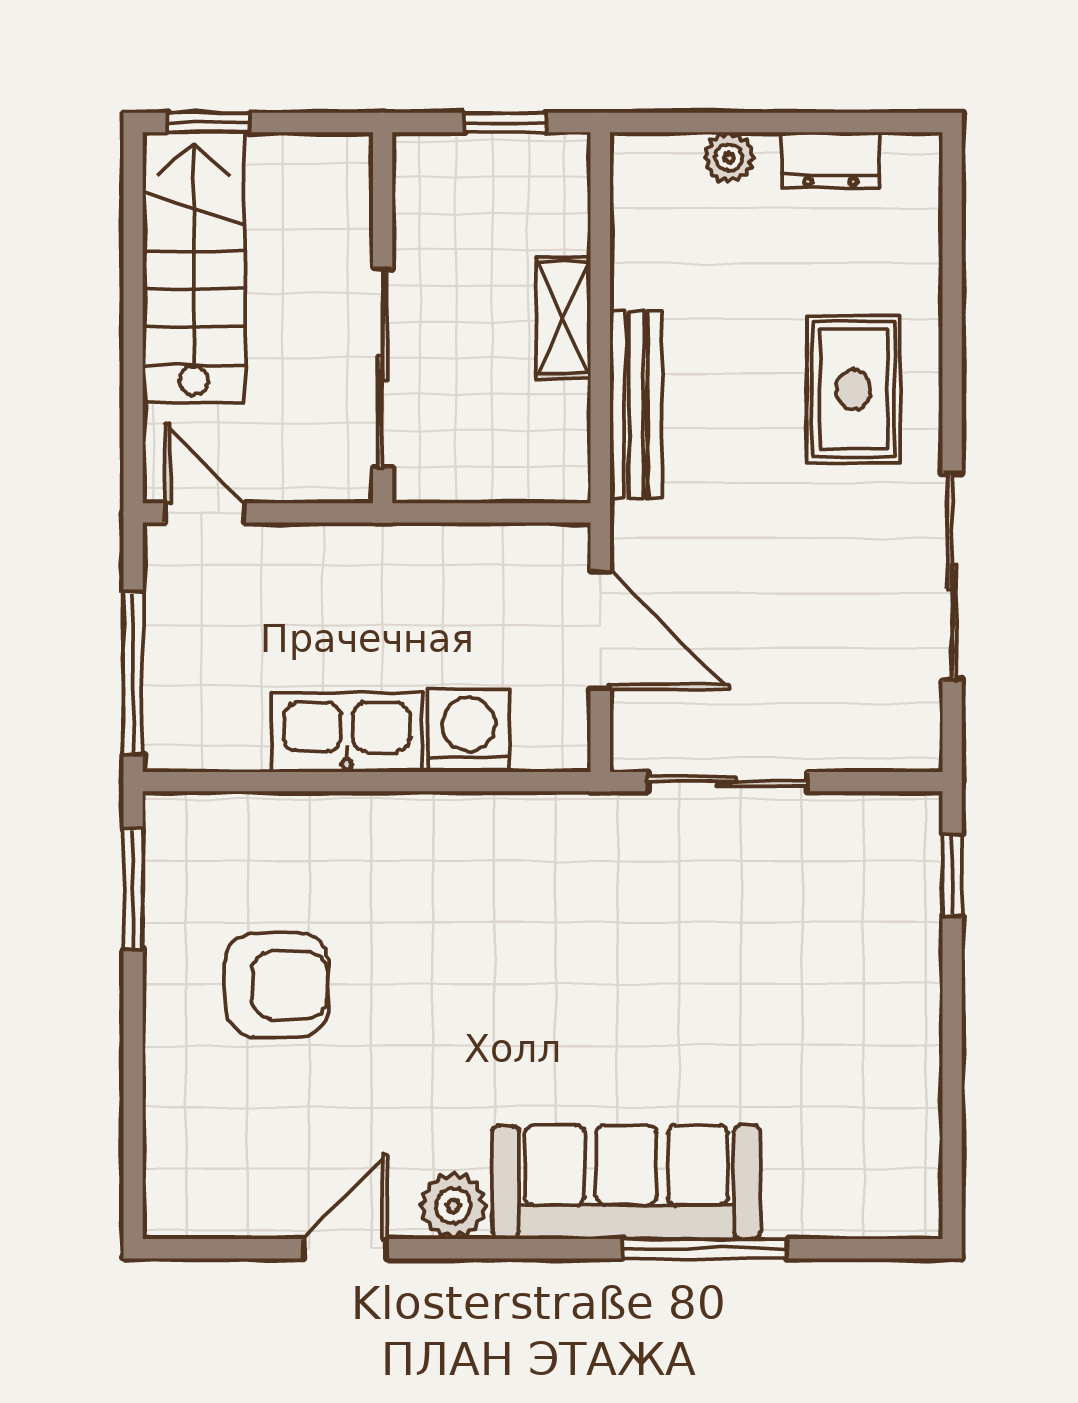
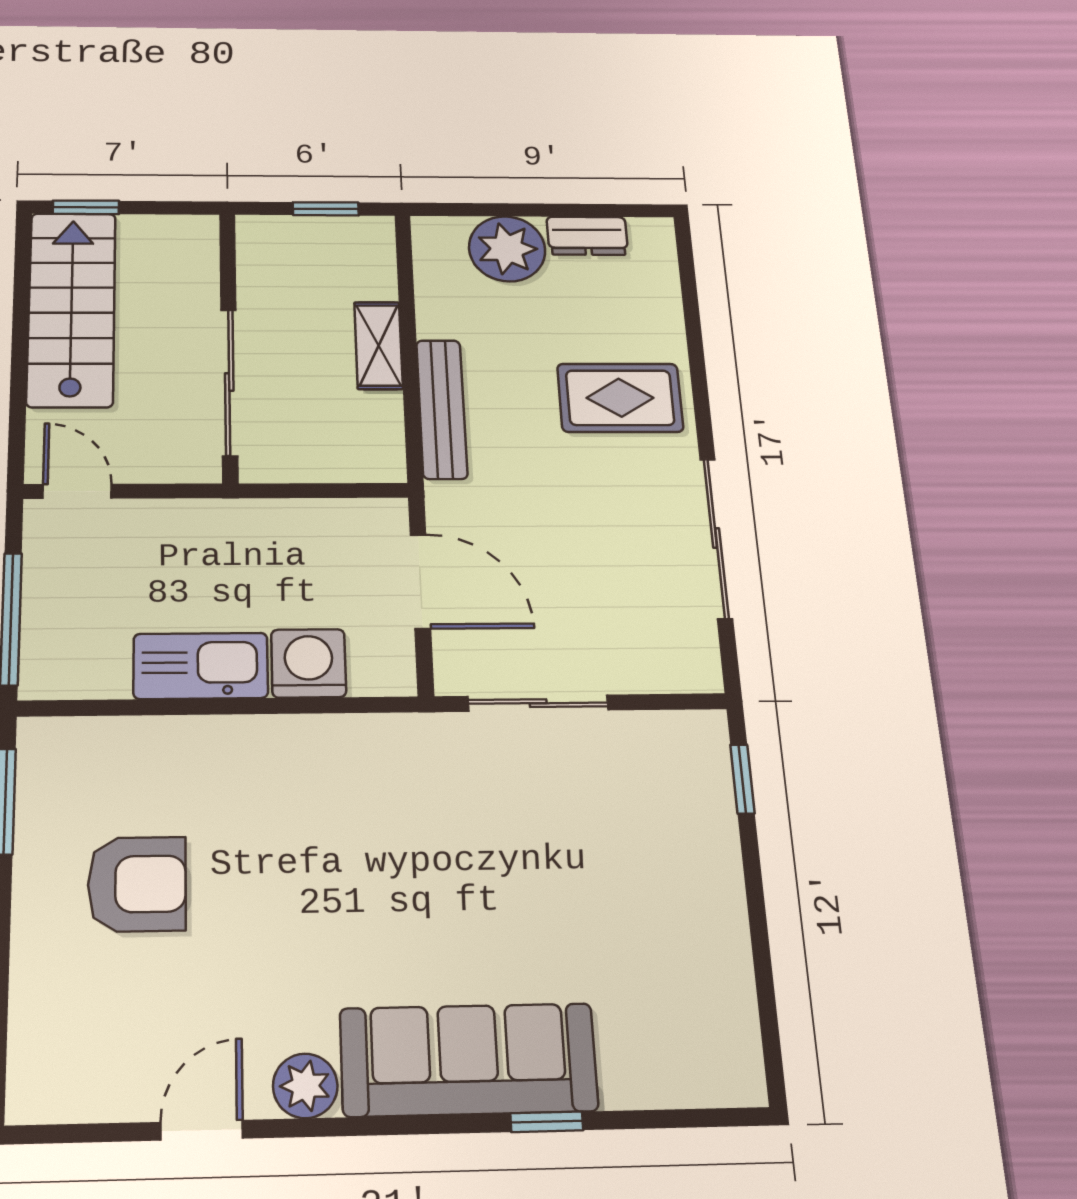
plant: (729, 157) -> (507, 249), width x1.87, depth x1.87
rug: (853, 389) -> (620, 398), turned 90
window: (705, 1249) -> (547, 1122), width x0.46

